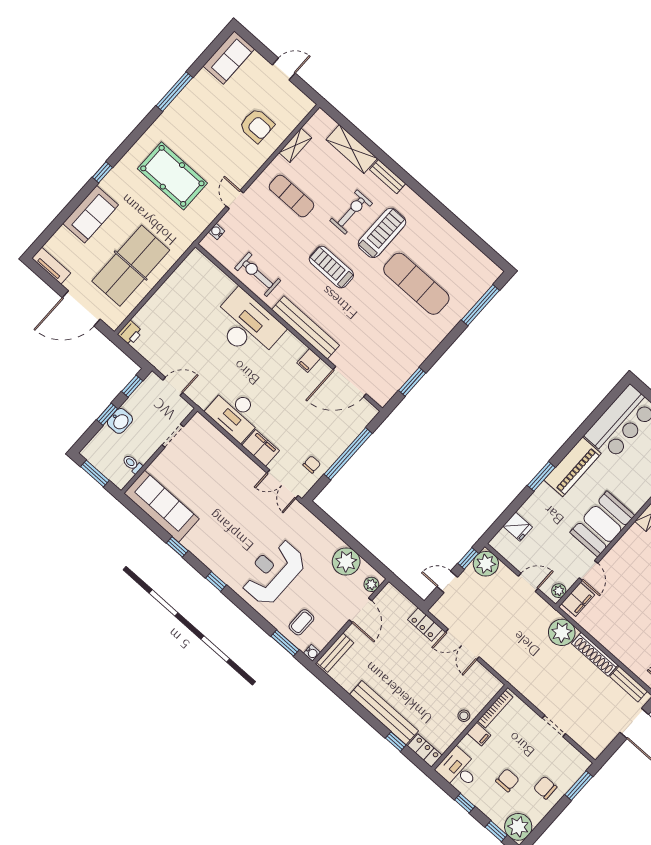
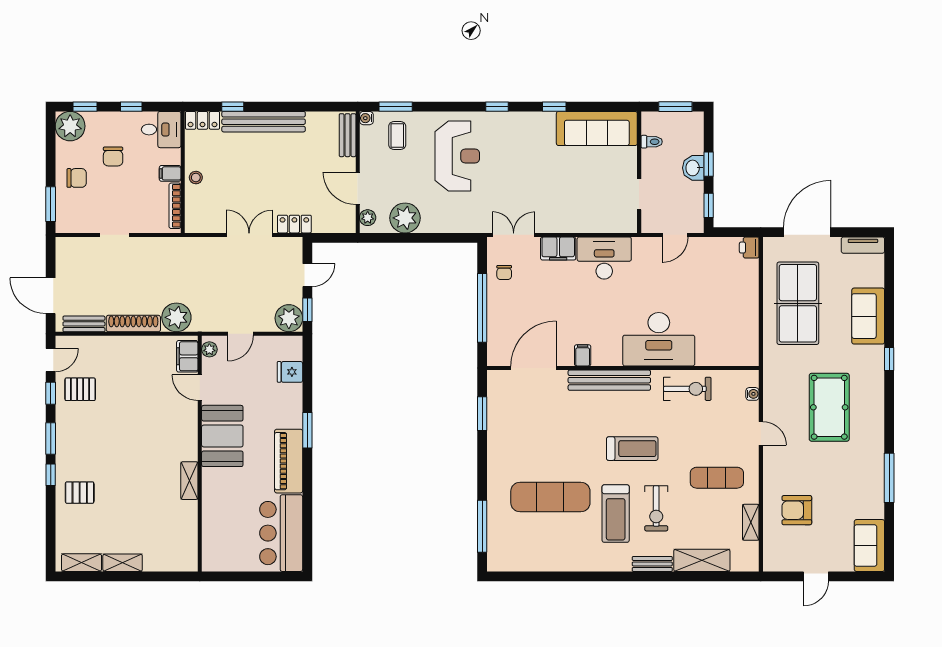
pool table: (172, 176) -> (829, 407), turned 90

